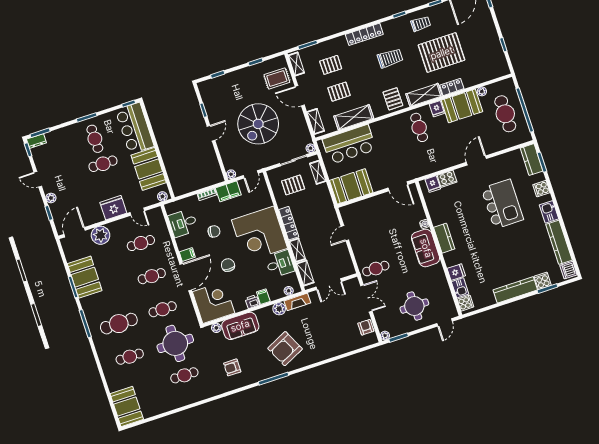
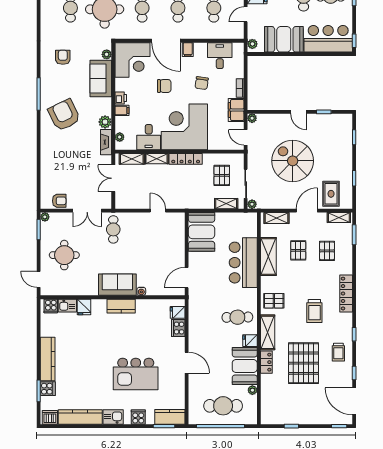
bar counter: (349, 144) -> (243, 263), moved

